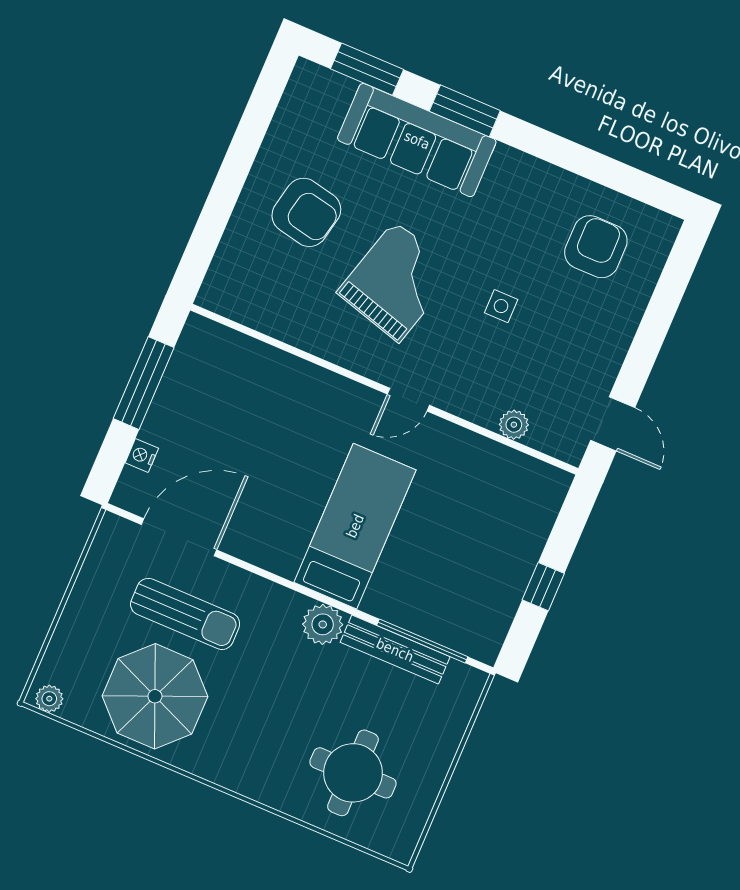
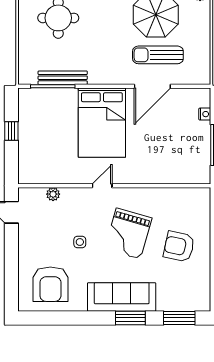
sofa: (417, 140) -> (122, 297), moved
armchair: (596, 247) -> (50, 284), width x1.36, depth x1.36
bed: (355, 526) -> (102, 123), width x1.50
door: (179, 537) -> (152, 86), moved
plant: (323, 624) -> (98, 75), removed

